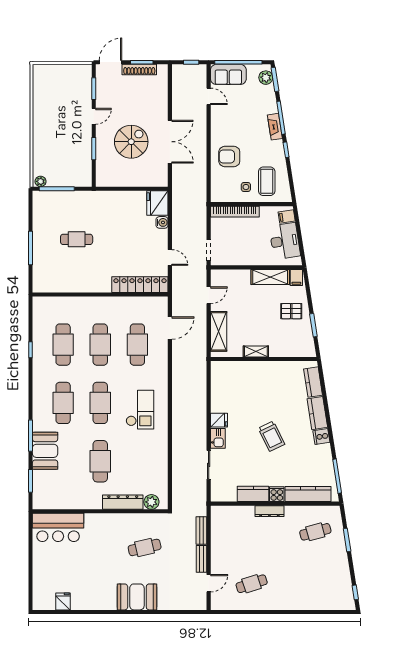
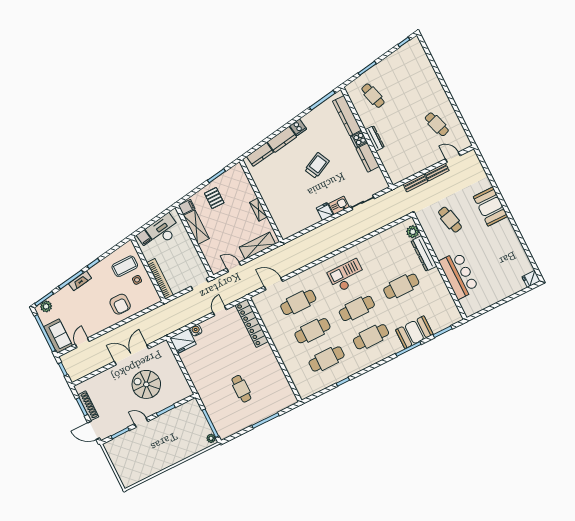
bar counter: (58, 527) -> (459, 275), moved
fridge: (63, 601) -> (531, 279), moved

